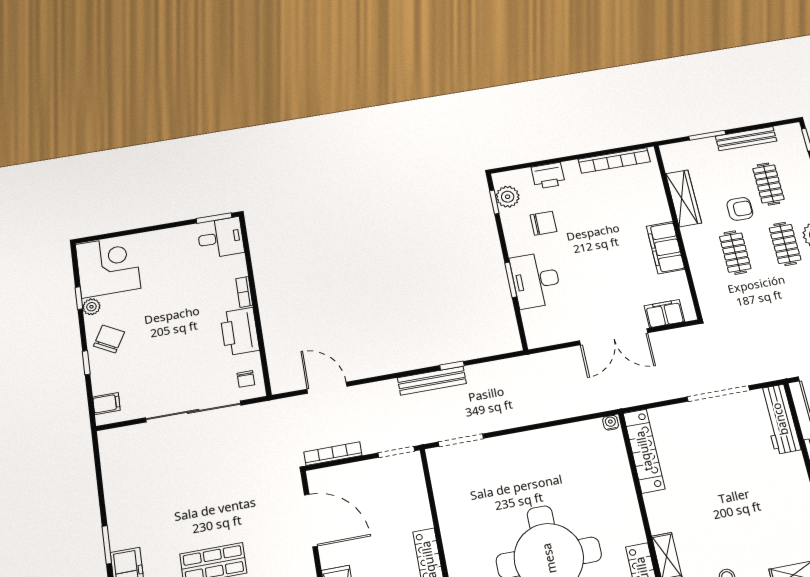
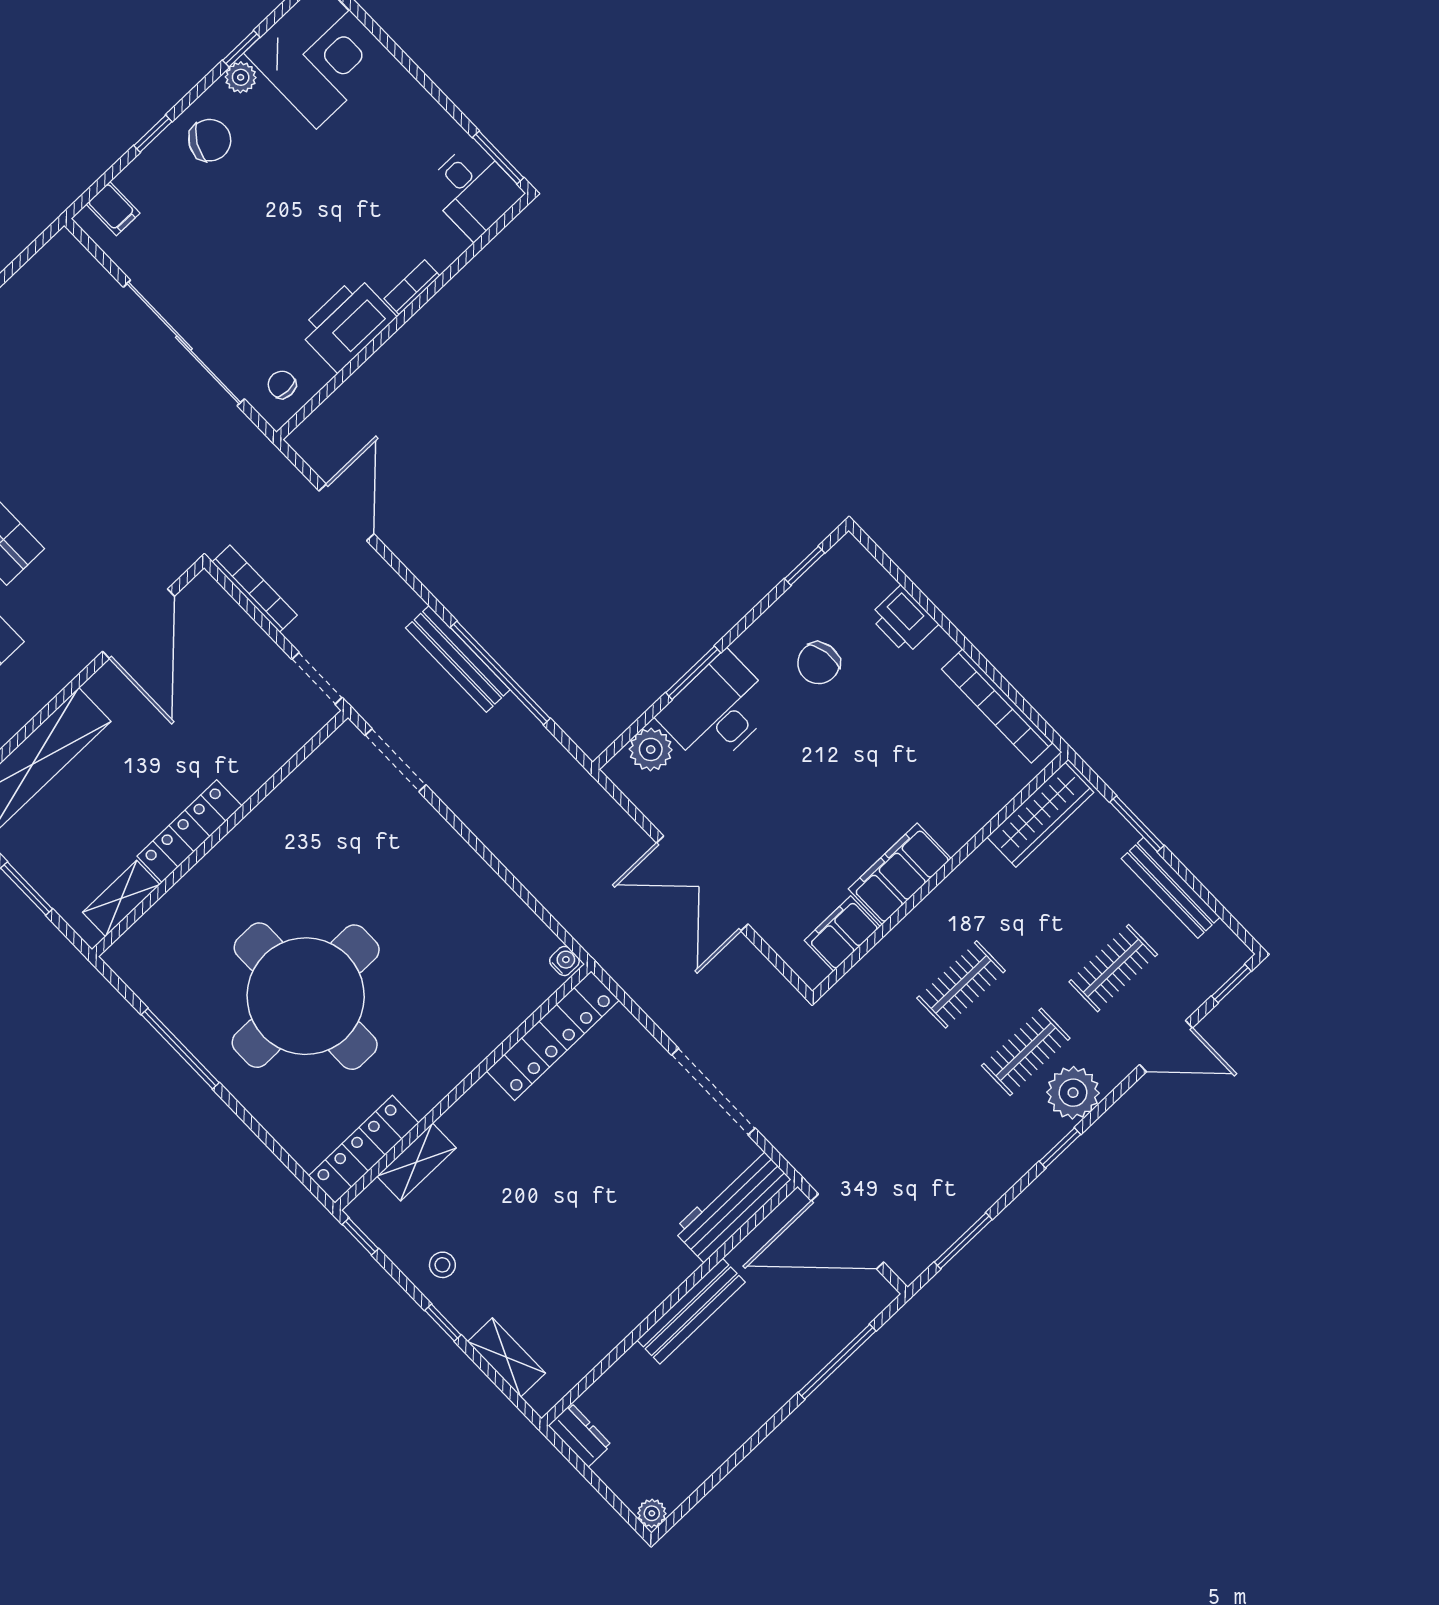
plant: (508, 197) -> (651, 749), moved
wardrobe: (683, 198) -> (1040, 815), moved
armchair: (740, 209) -> (1040, 949), removed
chair: (543, 223) -> (819, 663), turned 81
filing cabinet: (664, 314) -> (842, 933), moved, turned -90
window: (452, 366) -> (500, 673), width x3.17
chair: (246, 379) -> (282, 385), turned 90

